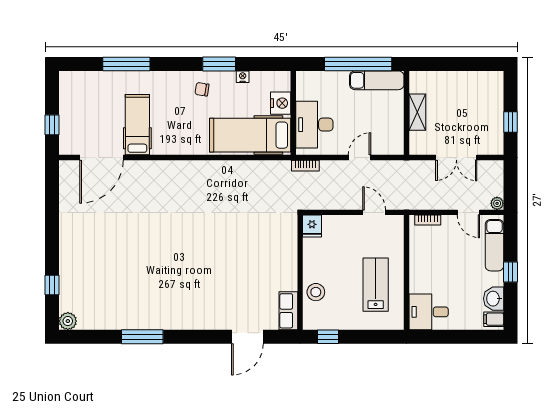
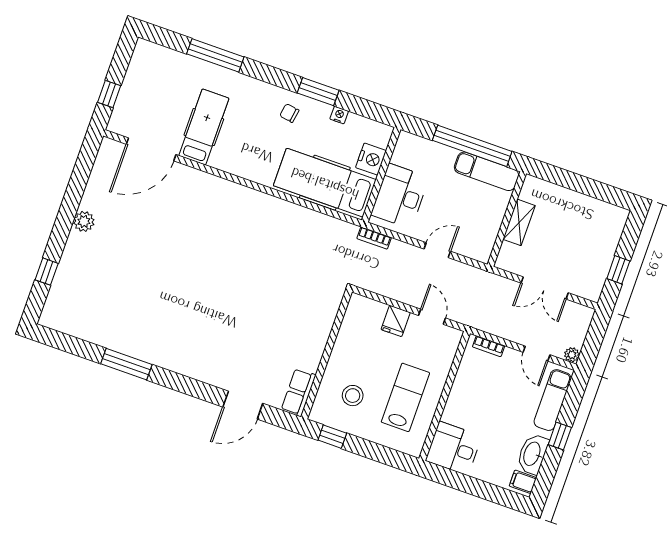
fridge: (312, 226) -> (396, 321), moved
stool: (316, 292) -> (353, 396), moved
washbasin: (494, 299) -> (533, 454), width x1.38
plant: (68, 321) -> (84, 221), moved

